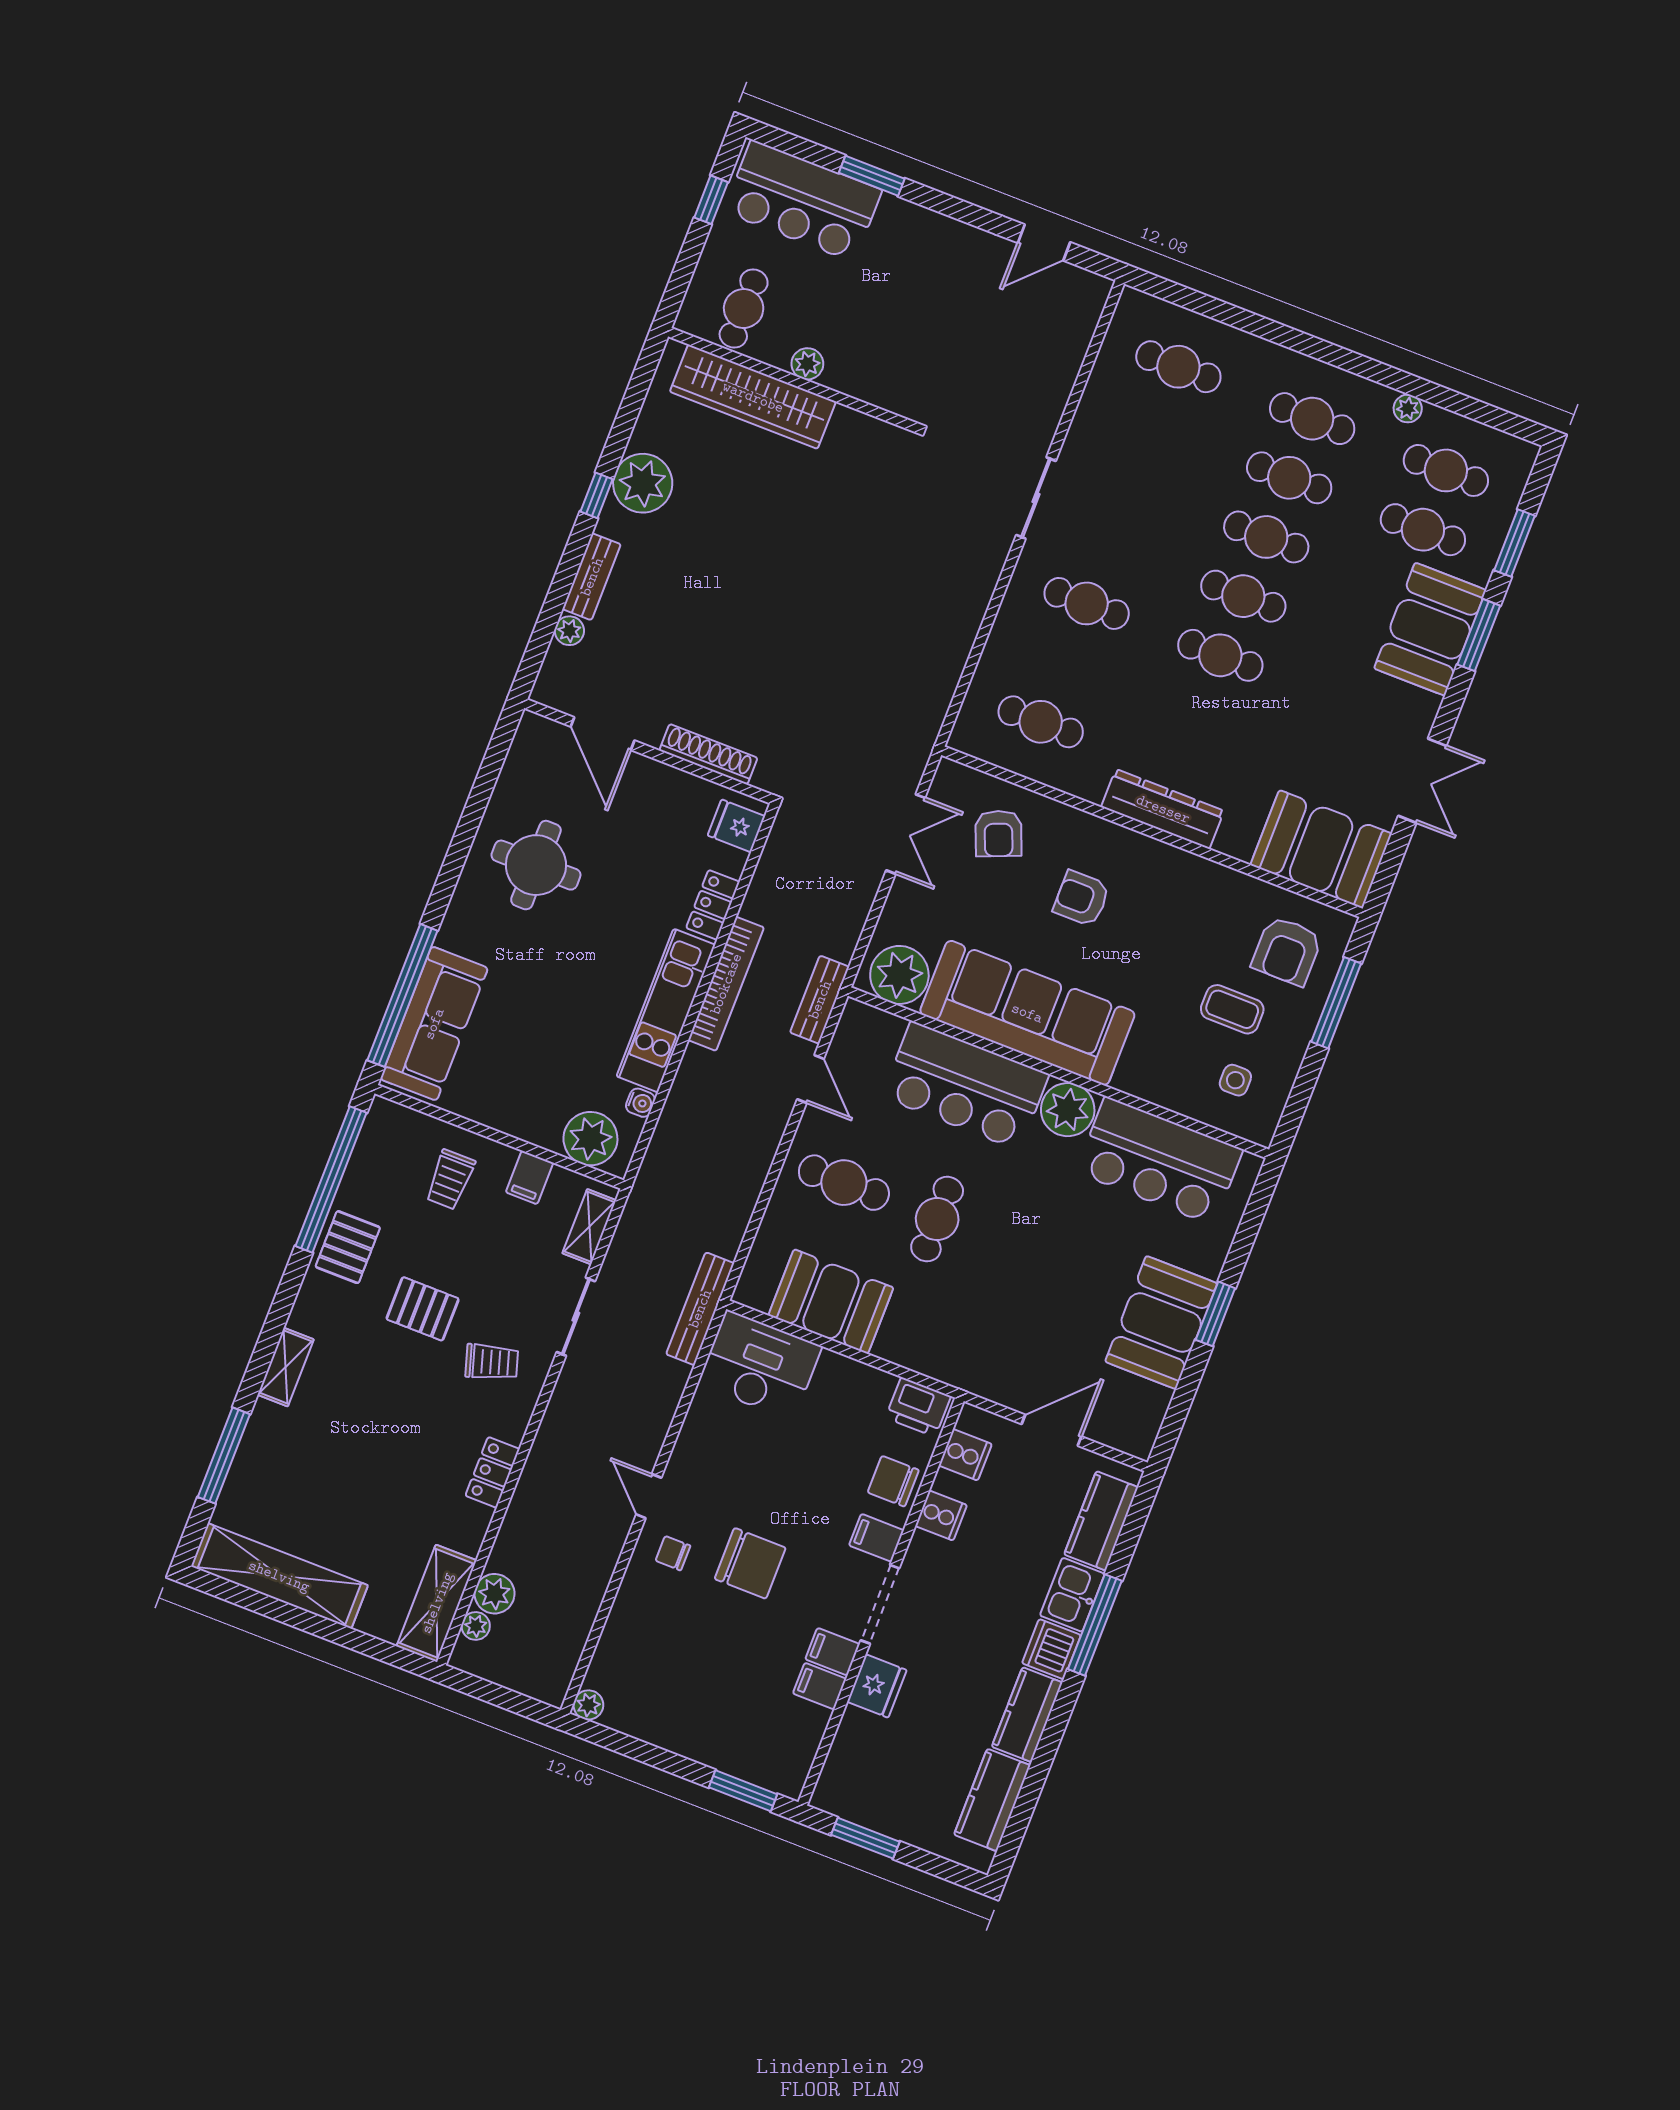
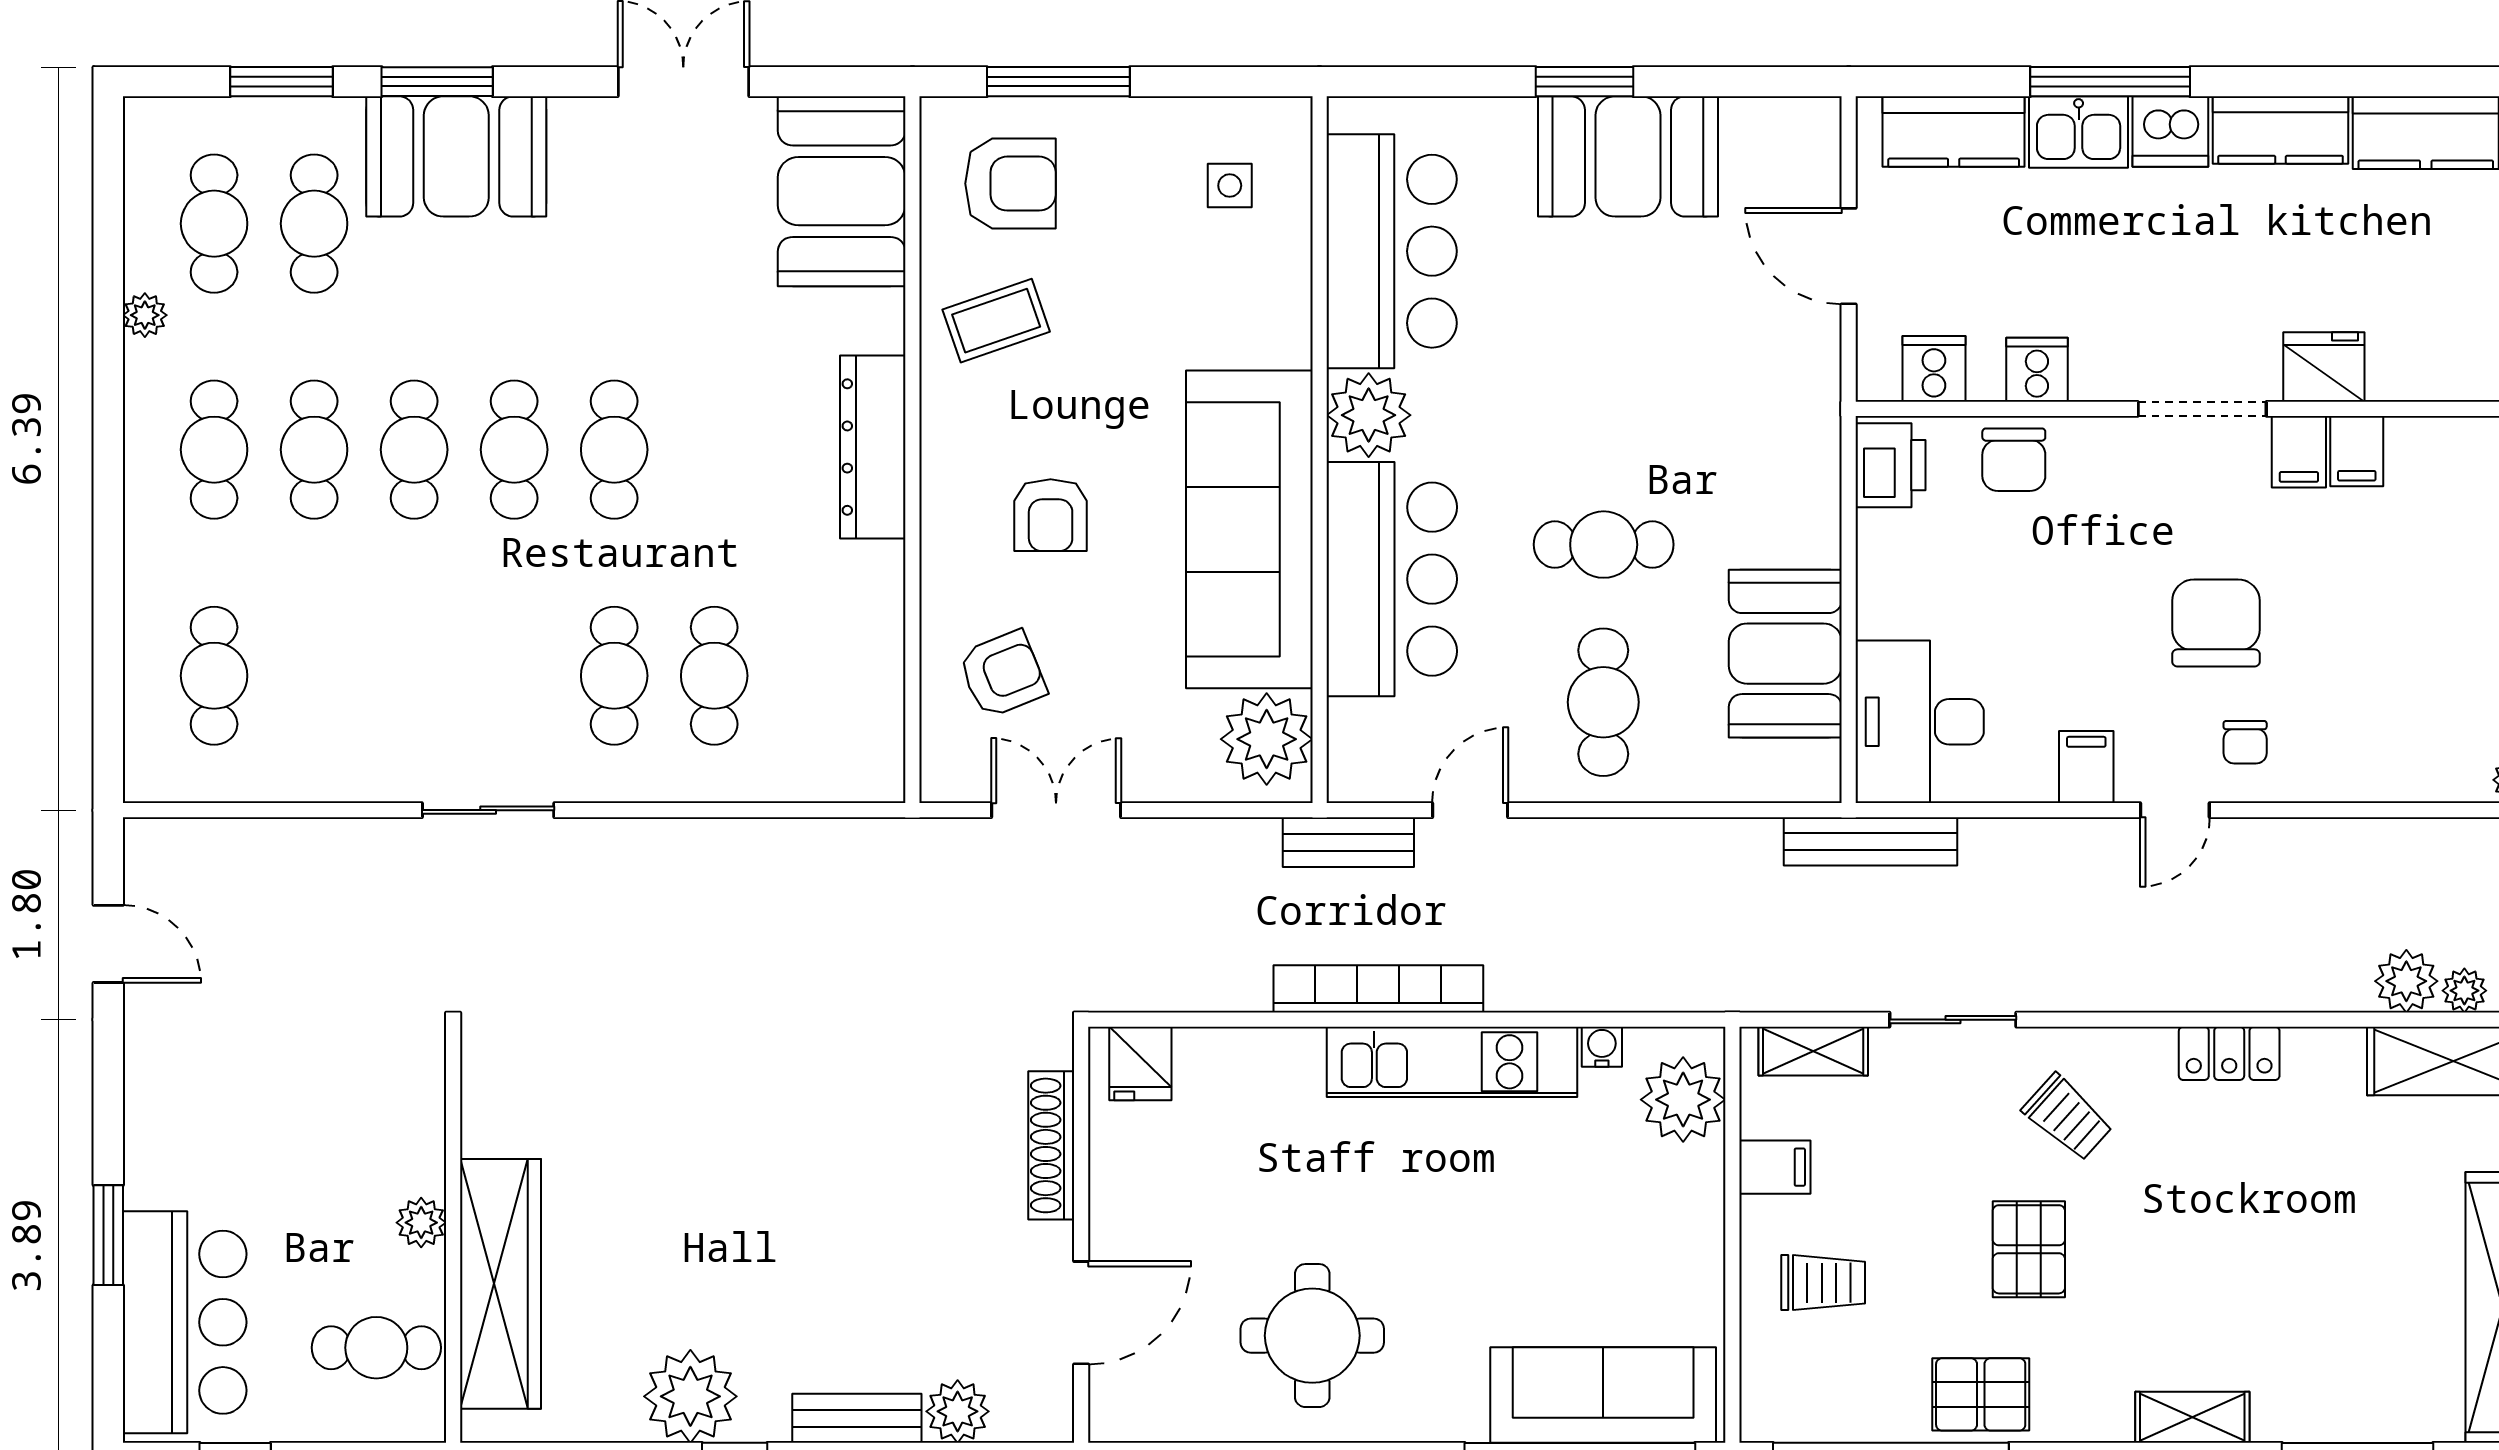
plant: (569, 631) -> (958, 1411), width x1.38, depth x1.38
cafe table: (1041, 722) -> (714, 676), moved
locker: (713, 905) -> (1270, 1053), removed
coffee table: (1232, 1009) -> (996, 321), moved, turned 71
trolley: (492, 1362) -> (2068, 1117), turned 149
filing cabinet: (876, 1538) -> (2086, 767), moved, turned 180

